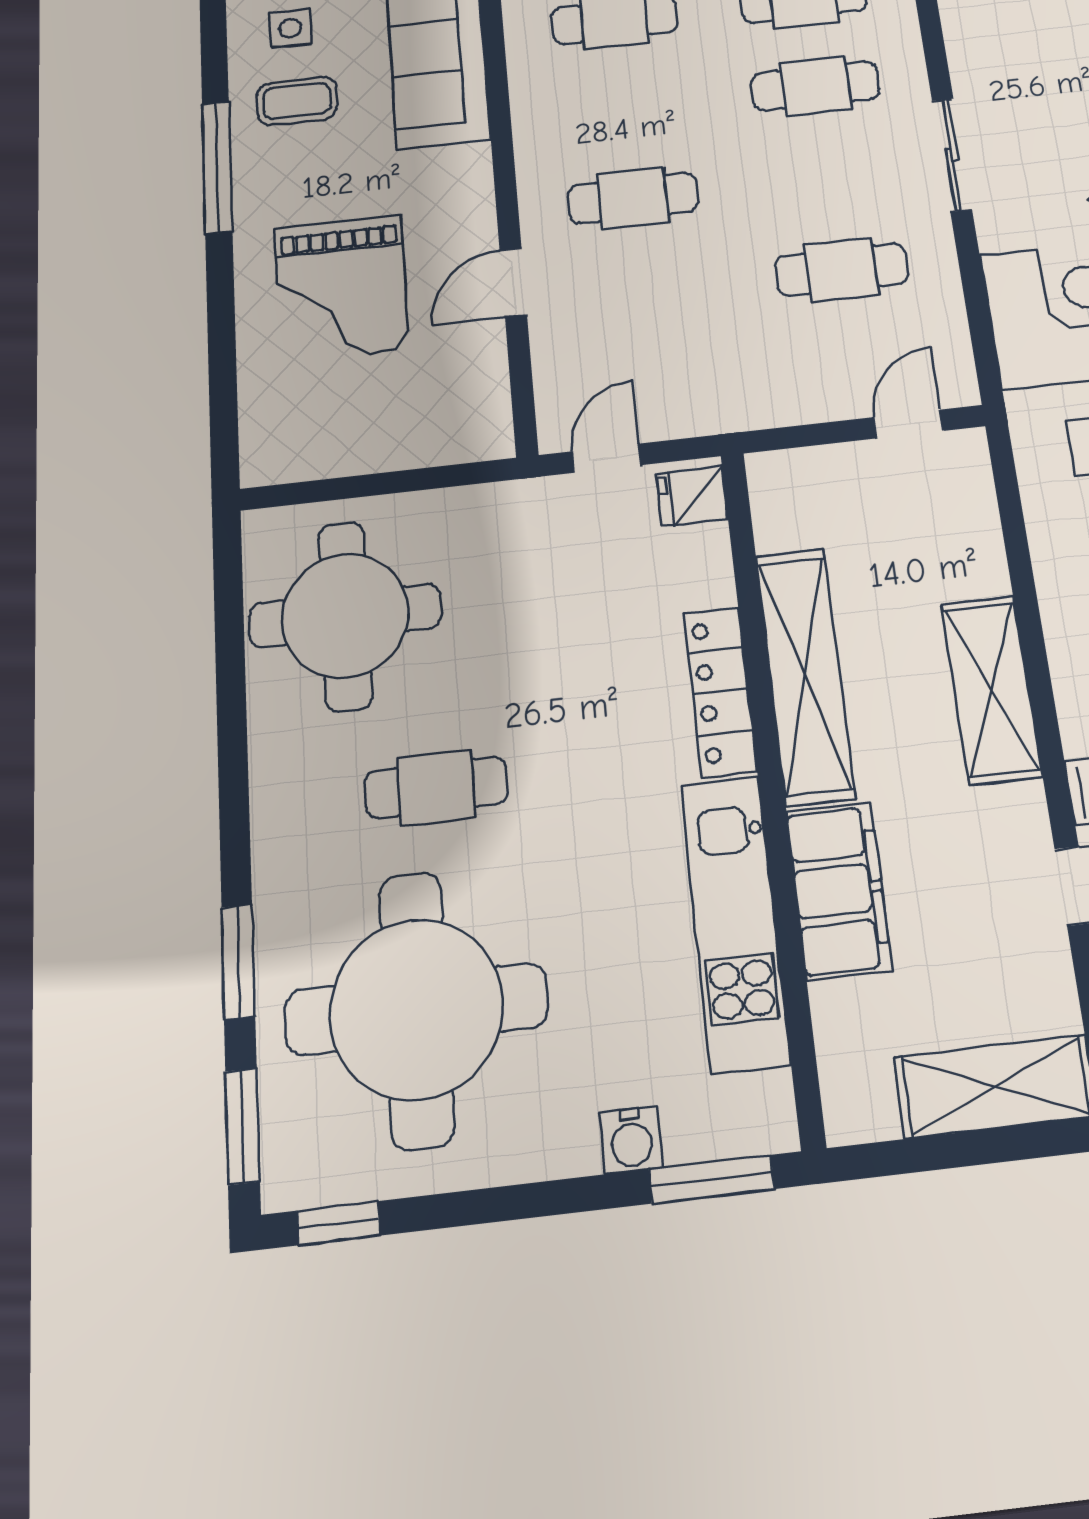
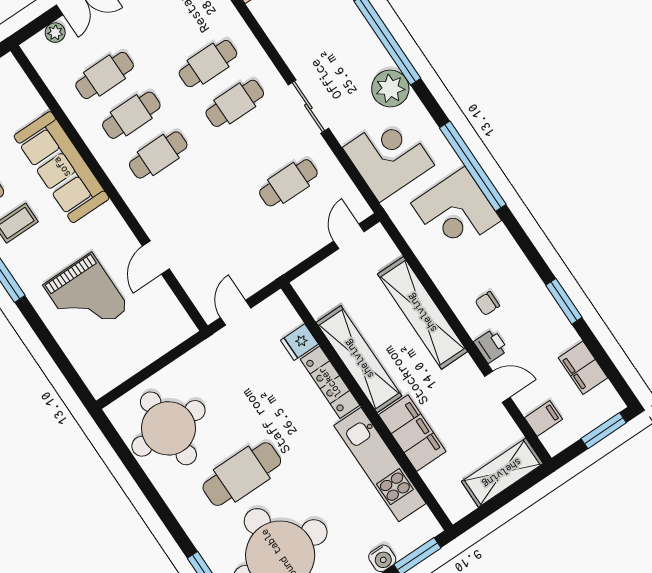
cafe table: (633, 198) -> (158, 155), moved
fridge: (692, 496) -> (299, 342), moved
shelving: (991, 689) -> (422, 313), width x1.47
cafe table: (436, 787) -> (242, 474), width x1.37, depth x1.35

